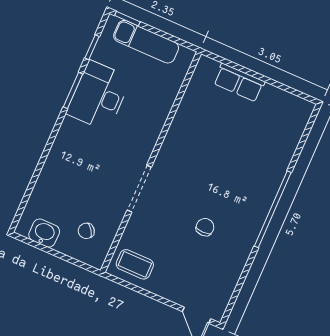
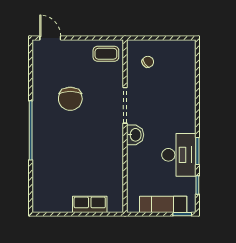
chair: (205, 227) -> (70, 99), width x1.87, depth x1.87
washbasin: (44, 233) -> (135, 135), moved, turned -90

